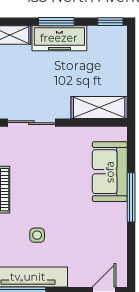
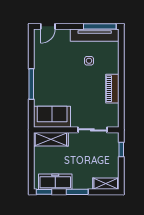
freezer: (59, 38) -> (55, 182), moved
sofa: (110, 172) -> (52, 117), moved, turned -90

